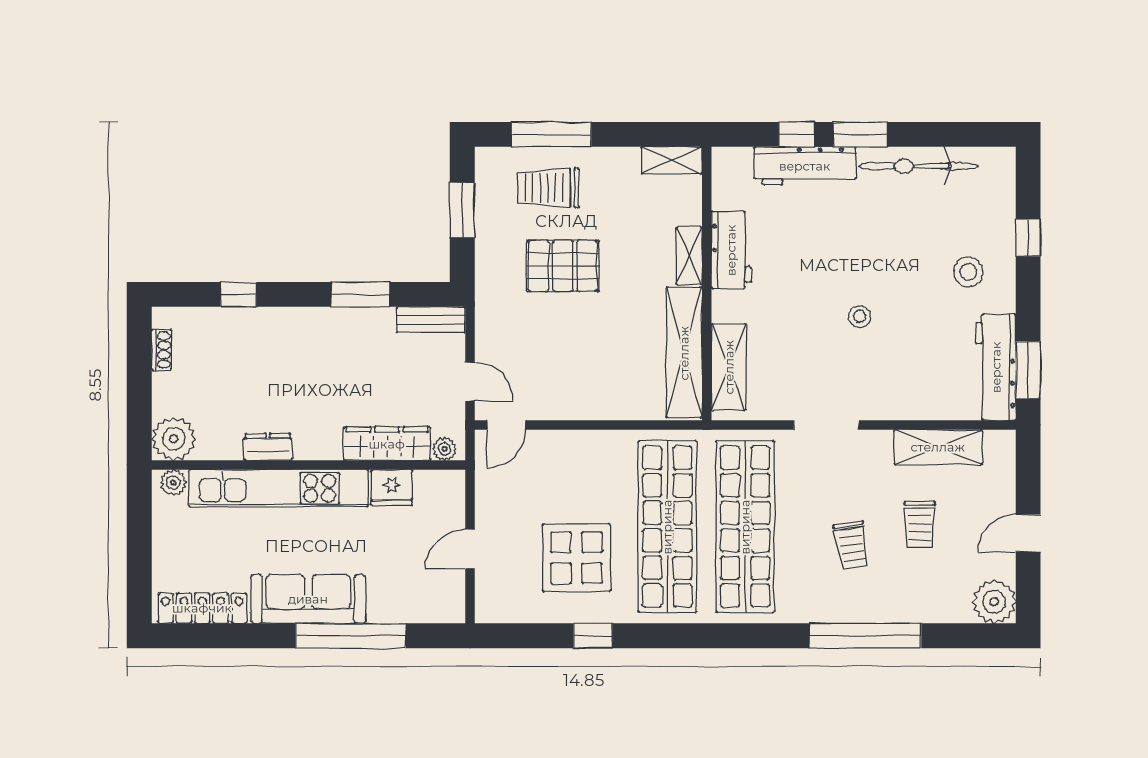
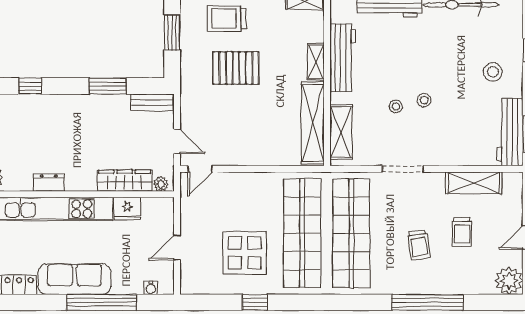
workbench: (731, 250) -> (343, 58), width x1.38
stool: (815, 326) -> (396, 106), added
water cooler: (429, 613) -> (151, 288), added

